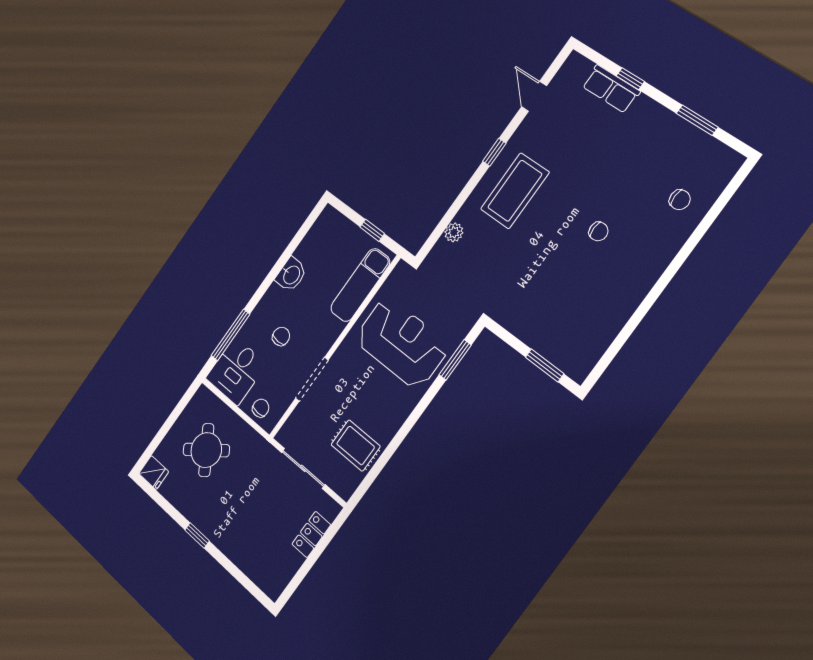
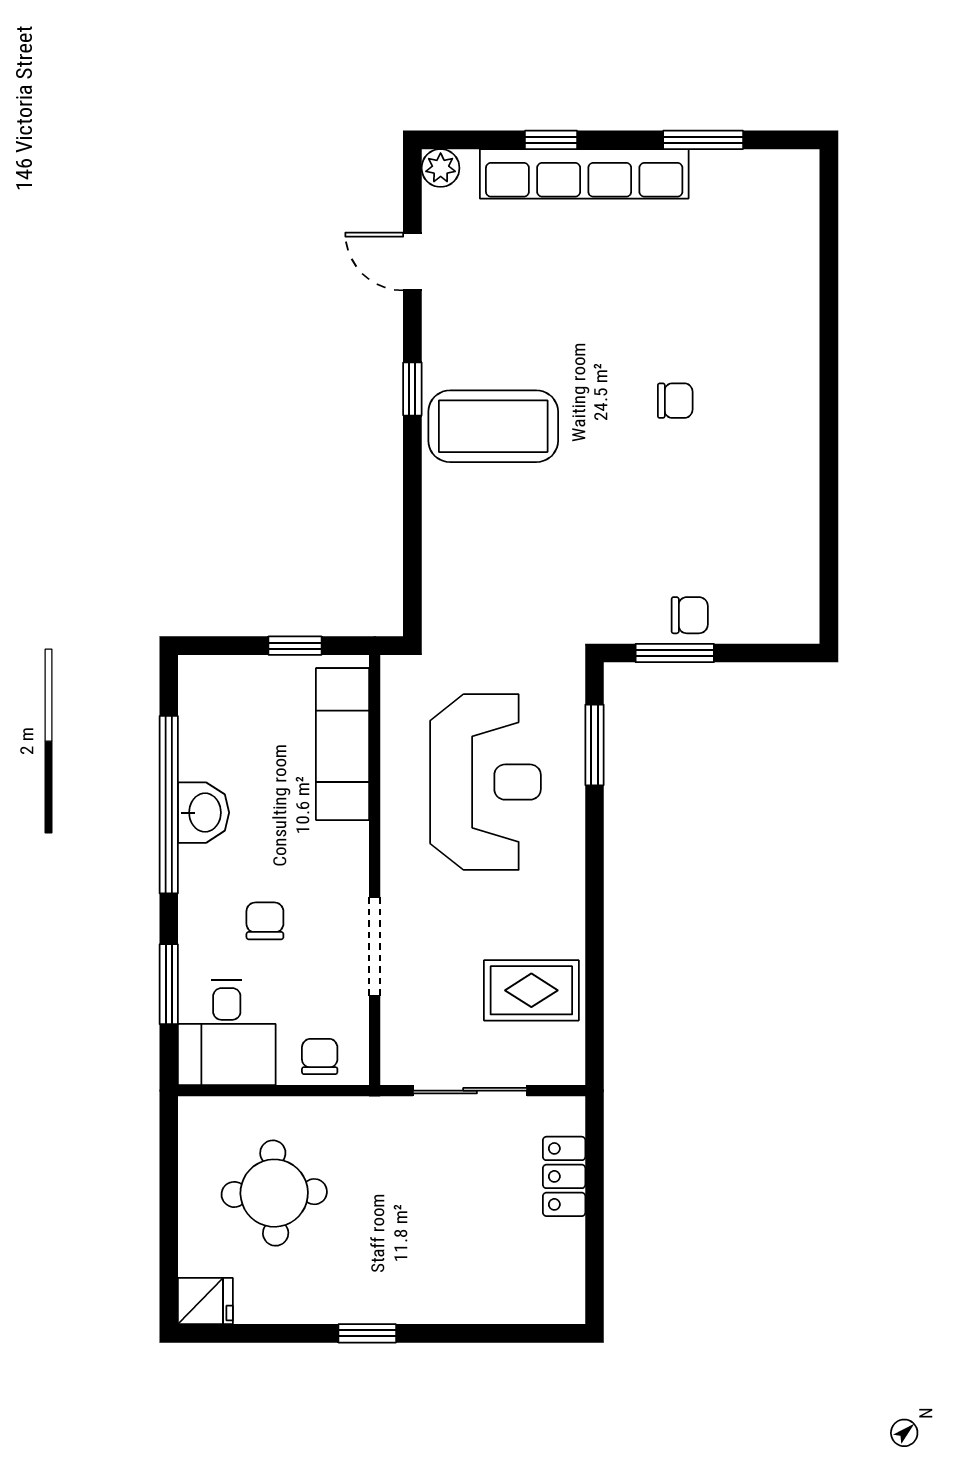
row of seats: (611, 89) -> (584, 174), width x2.02
coffee table: (515, 191) -> (493, 426), turned 90
chair: (680, 200) -> (690, 615), moved
plant: (454, 232) -> (441, 168), moved
window: (281, 262) -> (169, 805), added
window: (231, 335) -> (169, 984), width x0.69
reception desk: (402, 343) -> (486, 782), turned 90
window: (545, 365) -> (675, 653), moved
round table: (206, 450) -> (274, 1193), turned 33

